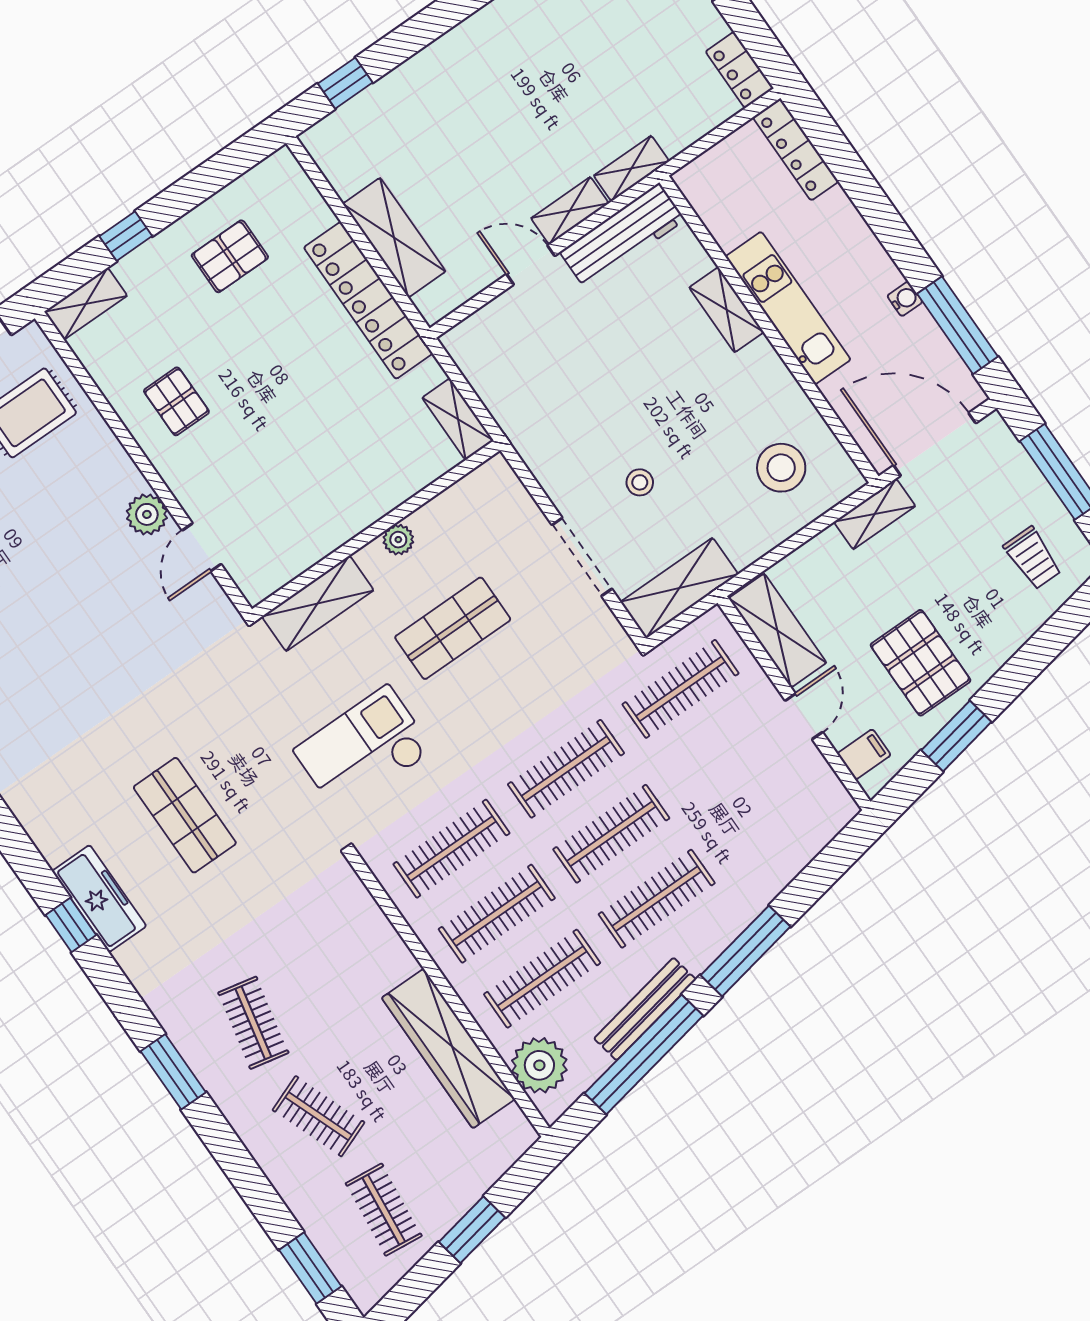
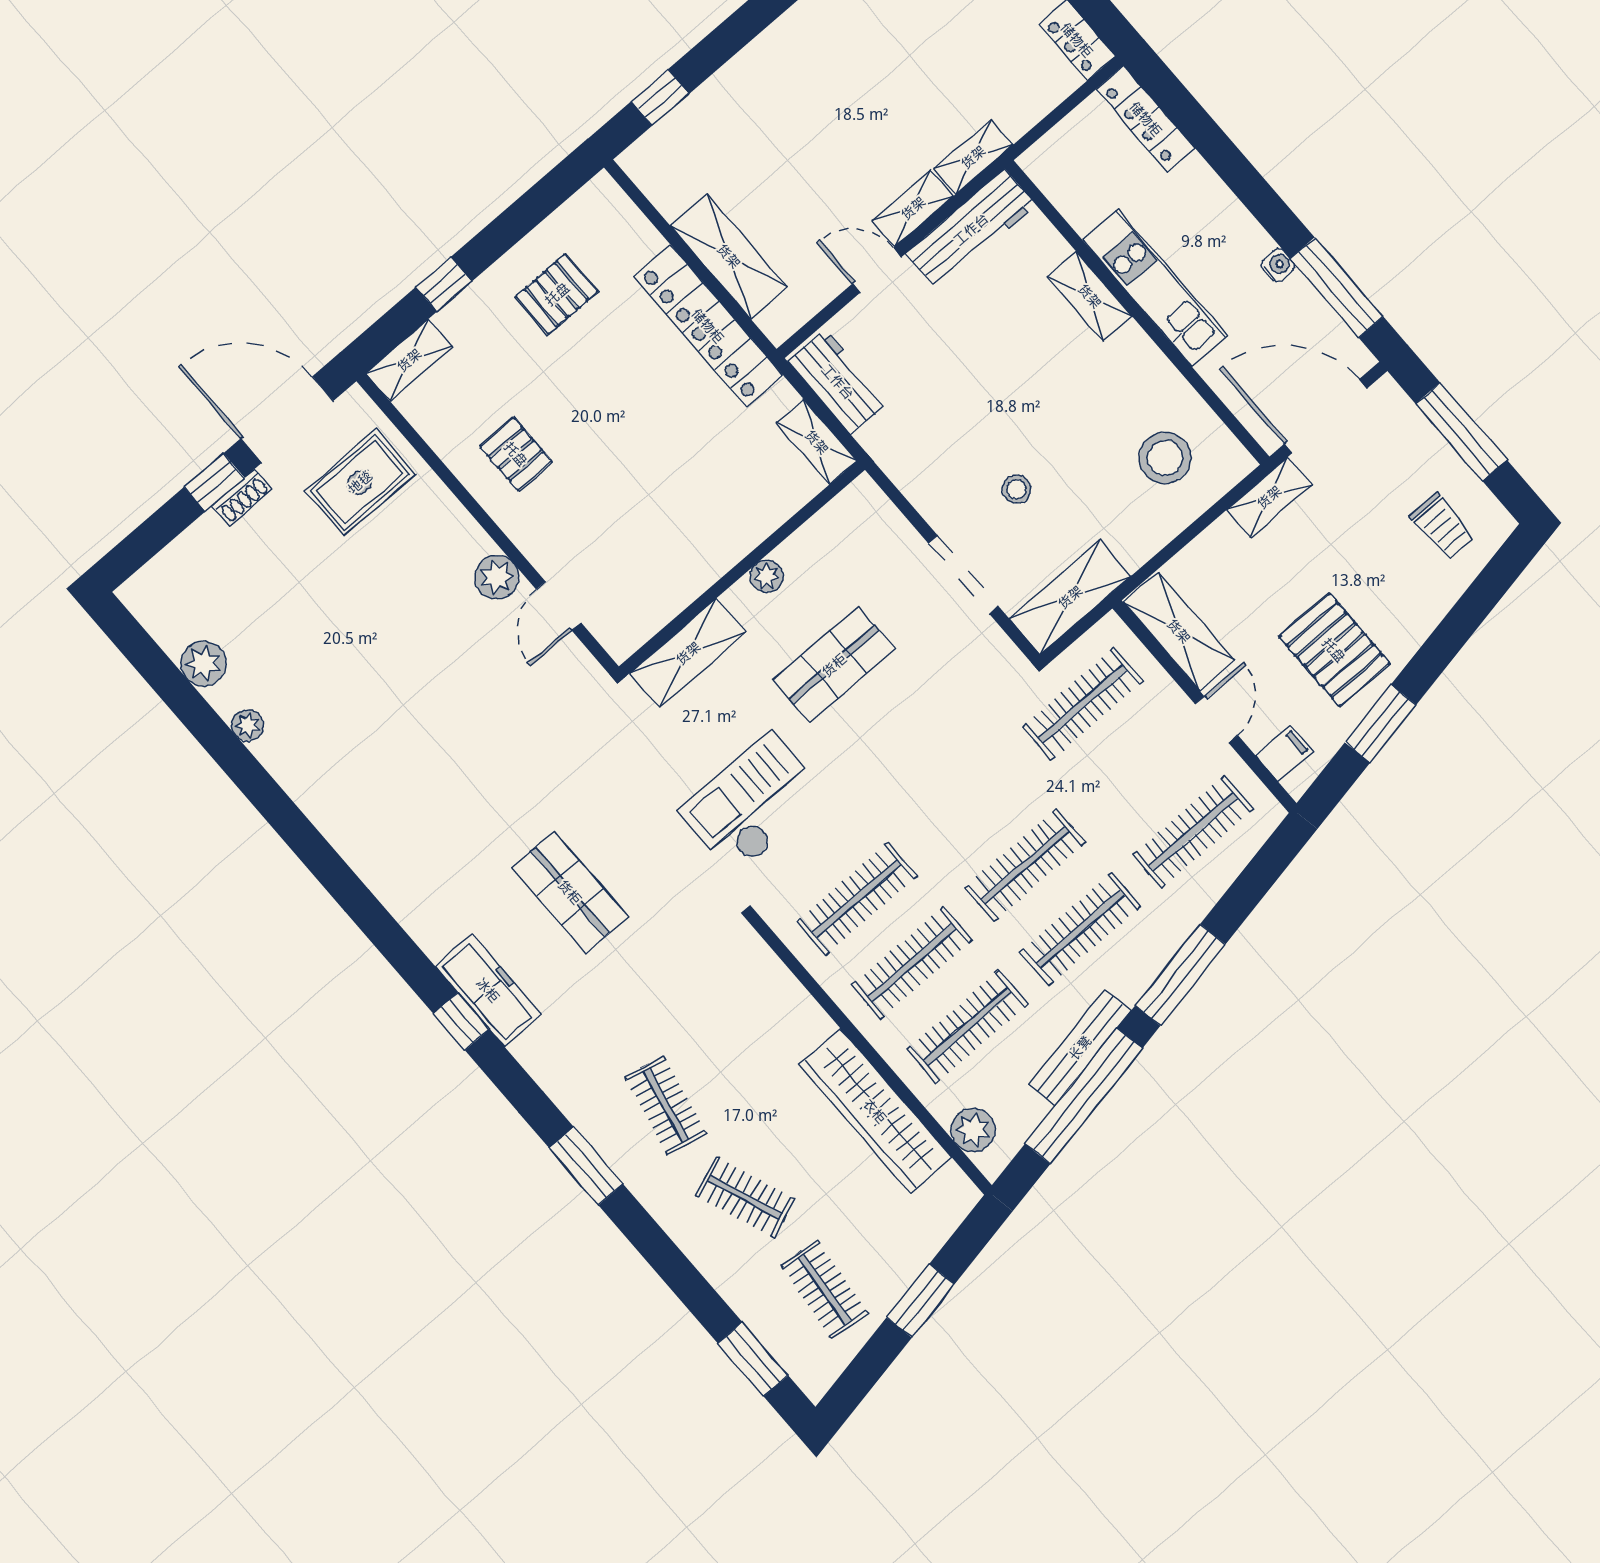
workbench: (484, 365) -> (838, 382), added
clothes rail: (566, 769) -> (1193, 832), moved
plant: (539, 1065) -> (973, 1130), width x0.73, depth x0.73

